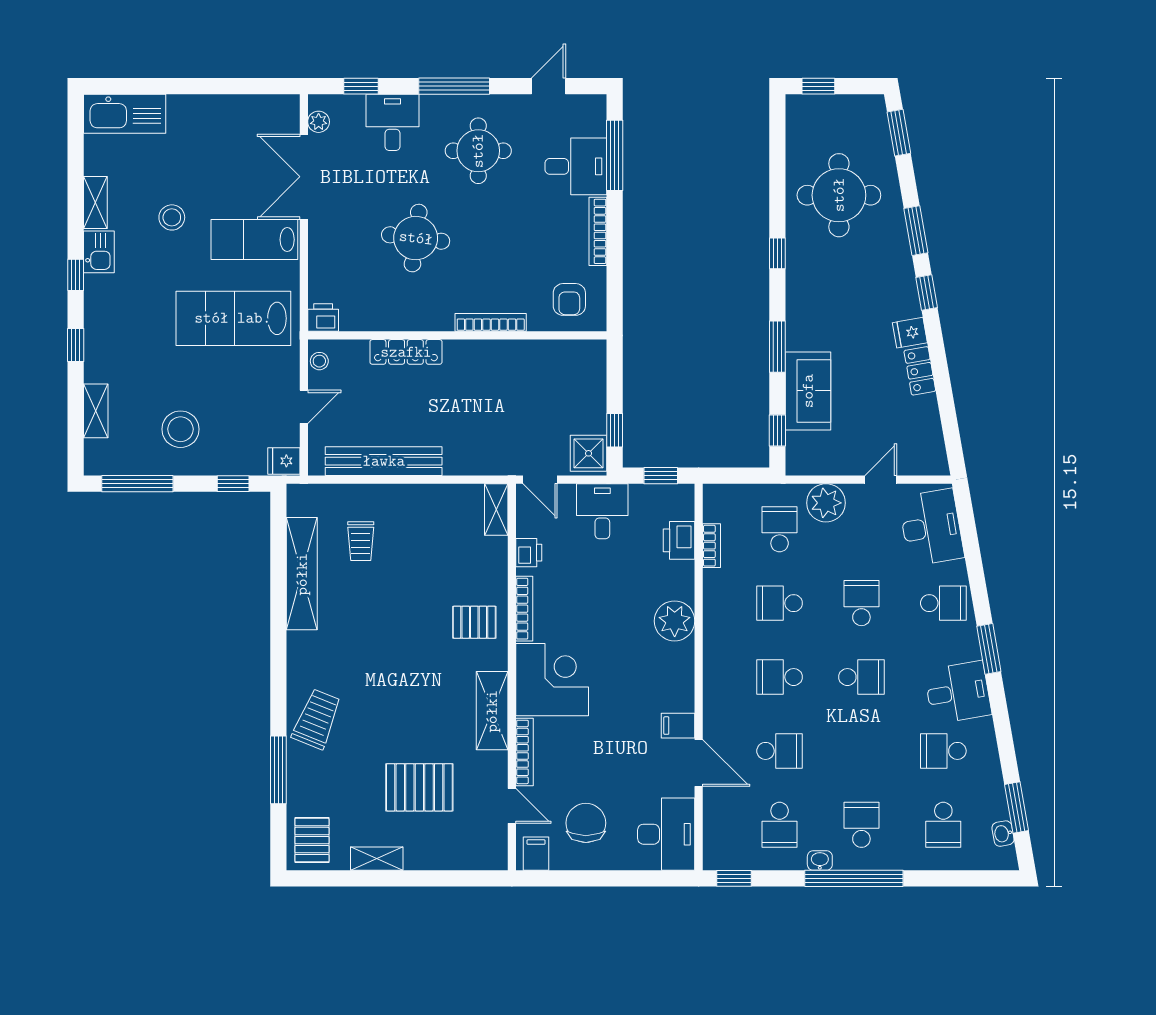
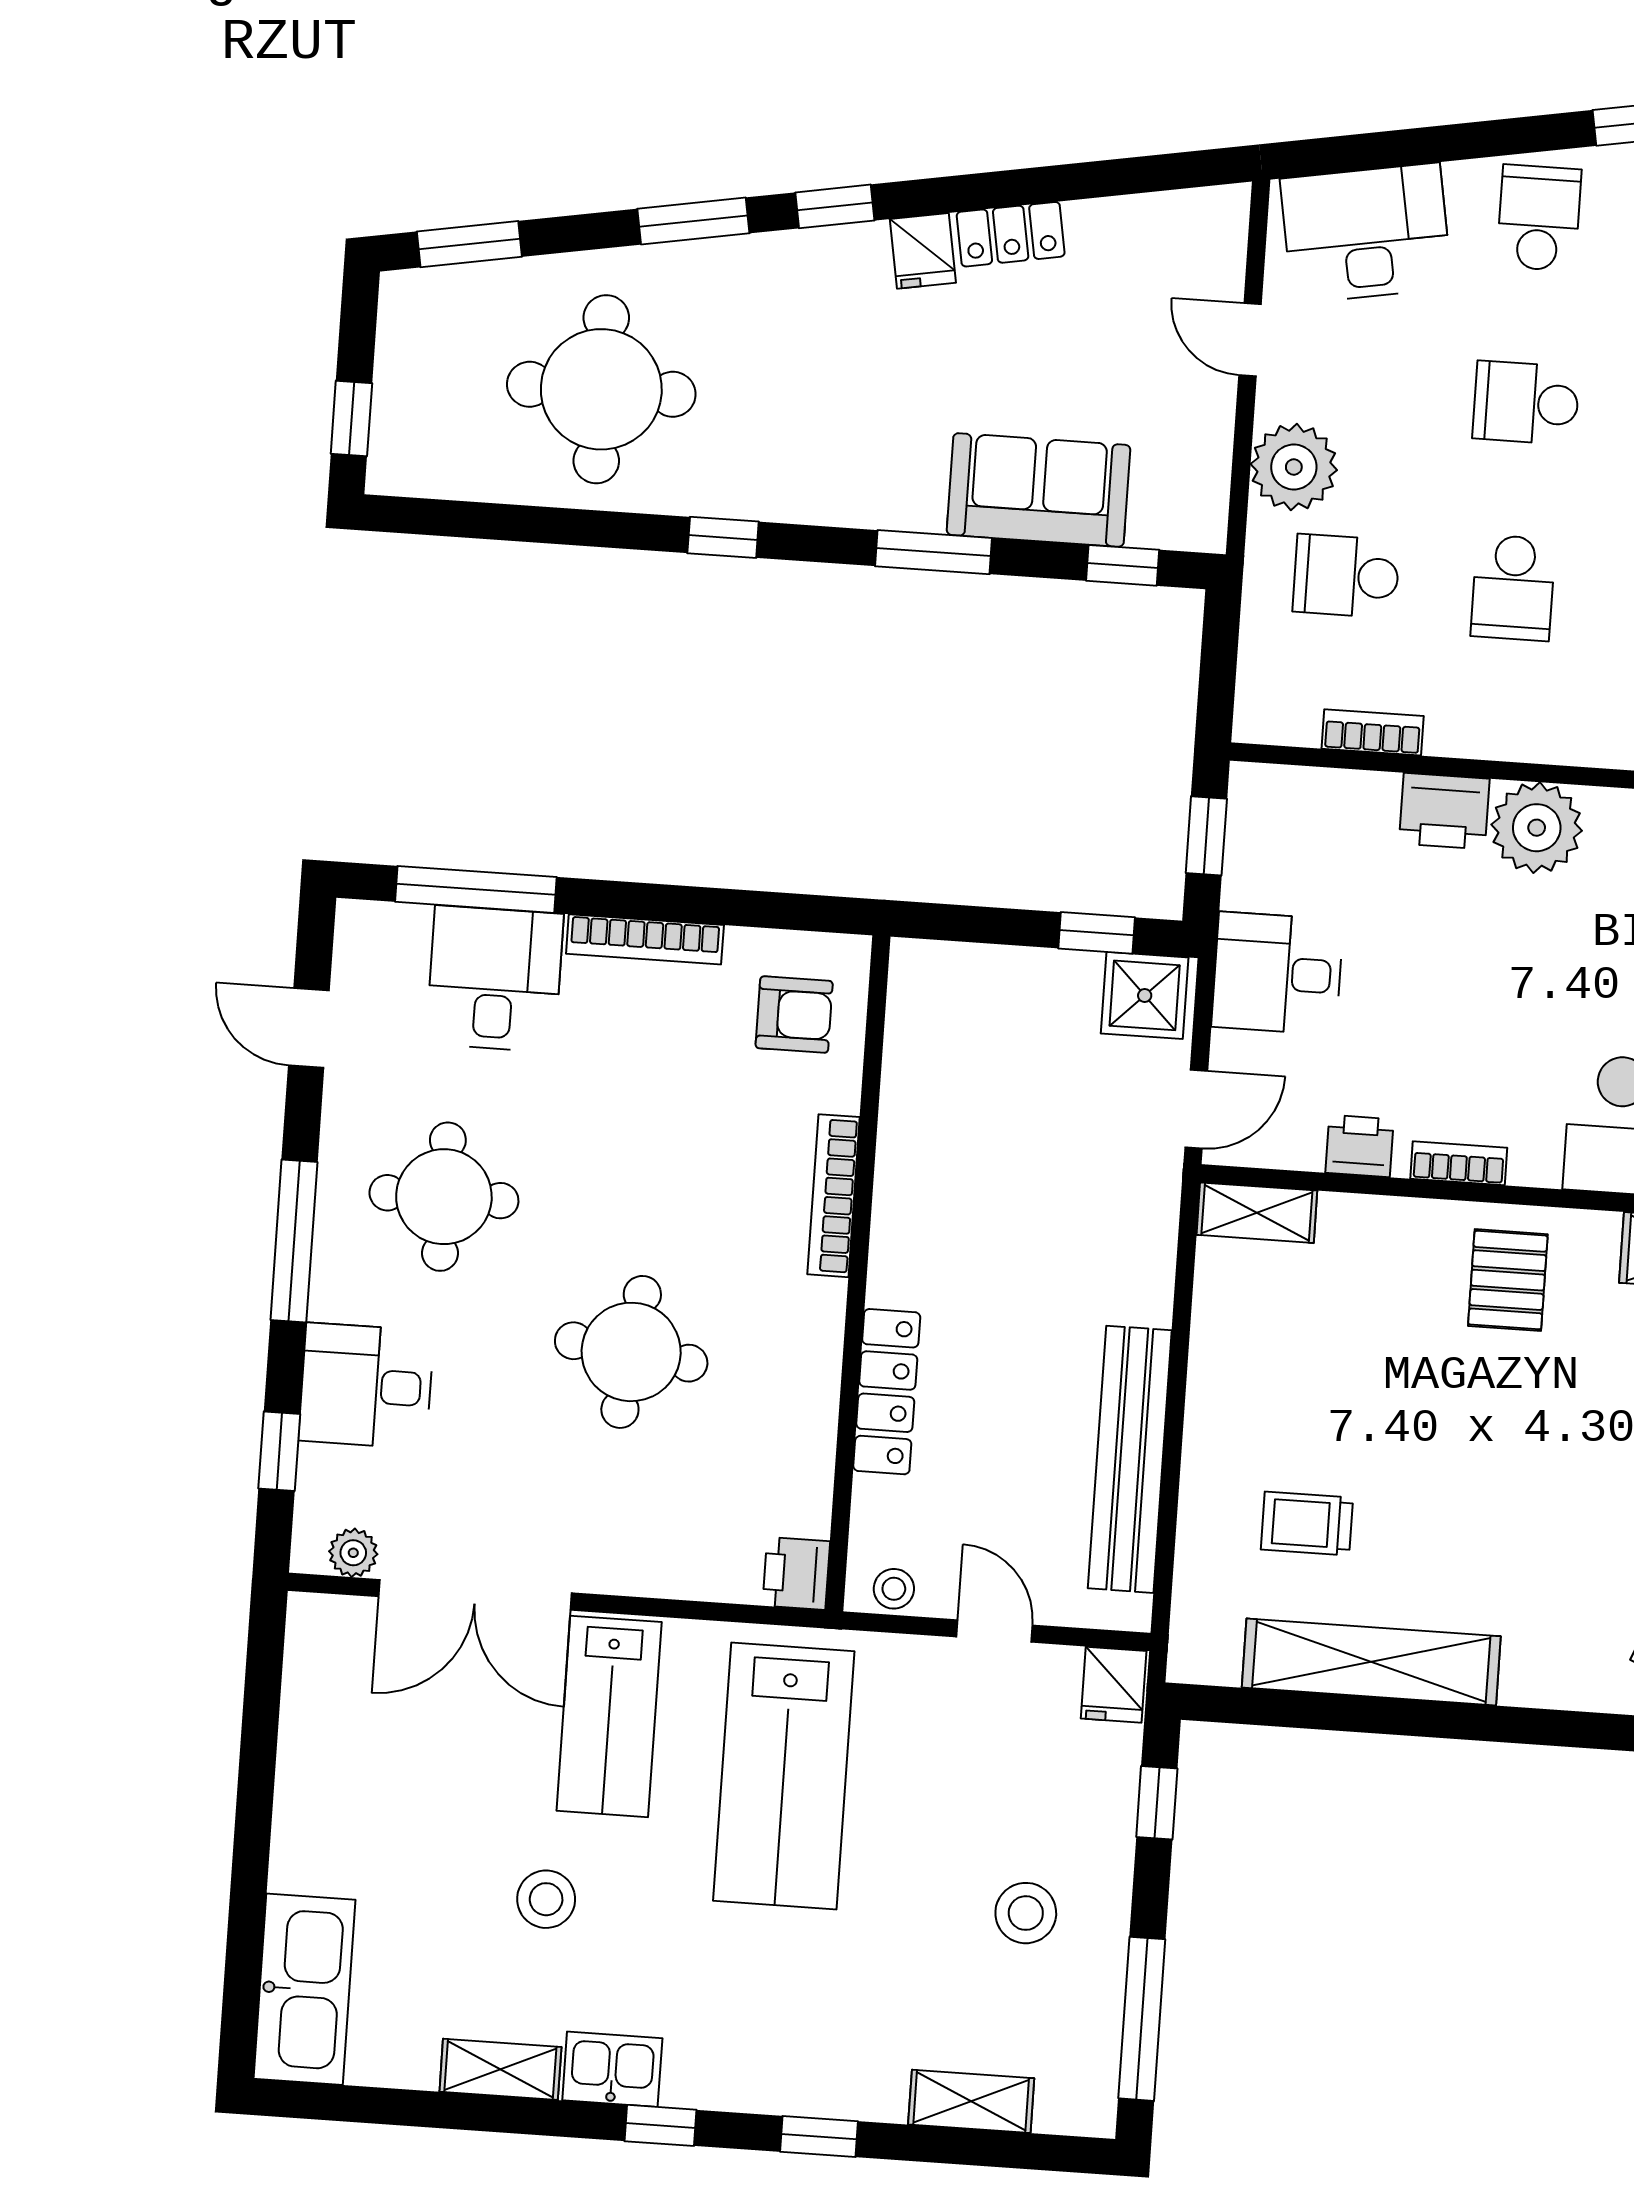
stool: (180, 429) -> (1026, 1913), width x0.73, depth x0.73
printer: (679, 540) -> (1444, 811), moved
trolley: (361, 541) -> (1307, 1524), turned 180
bookcase: (524, 609) -> (1459, 1163), width x0.64

